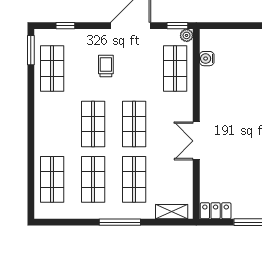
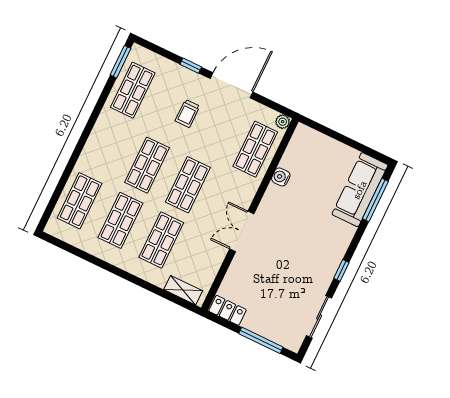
window: (65, 26) -> (191, 66), moved
window: (177, 26) -> (278, 108), removed
water cooler: (207, 59) -> (281, 177), moved
trolley: (106, 66) -> (187, 114), turned 180
window: (120, 222) -> (127, 276), removed

